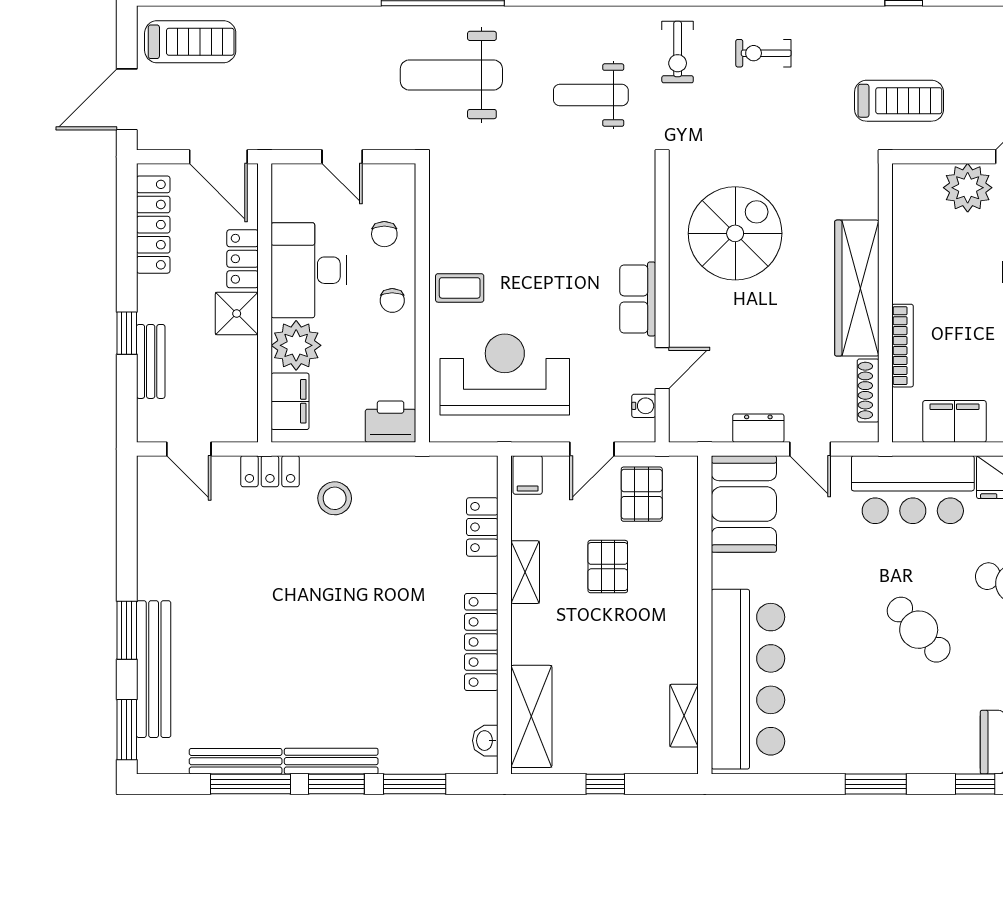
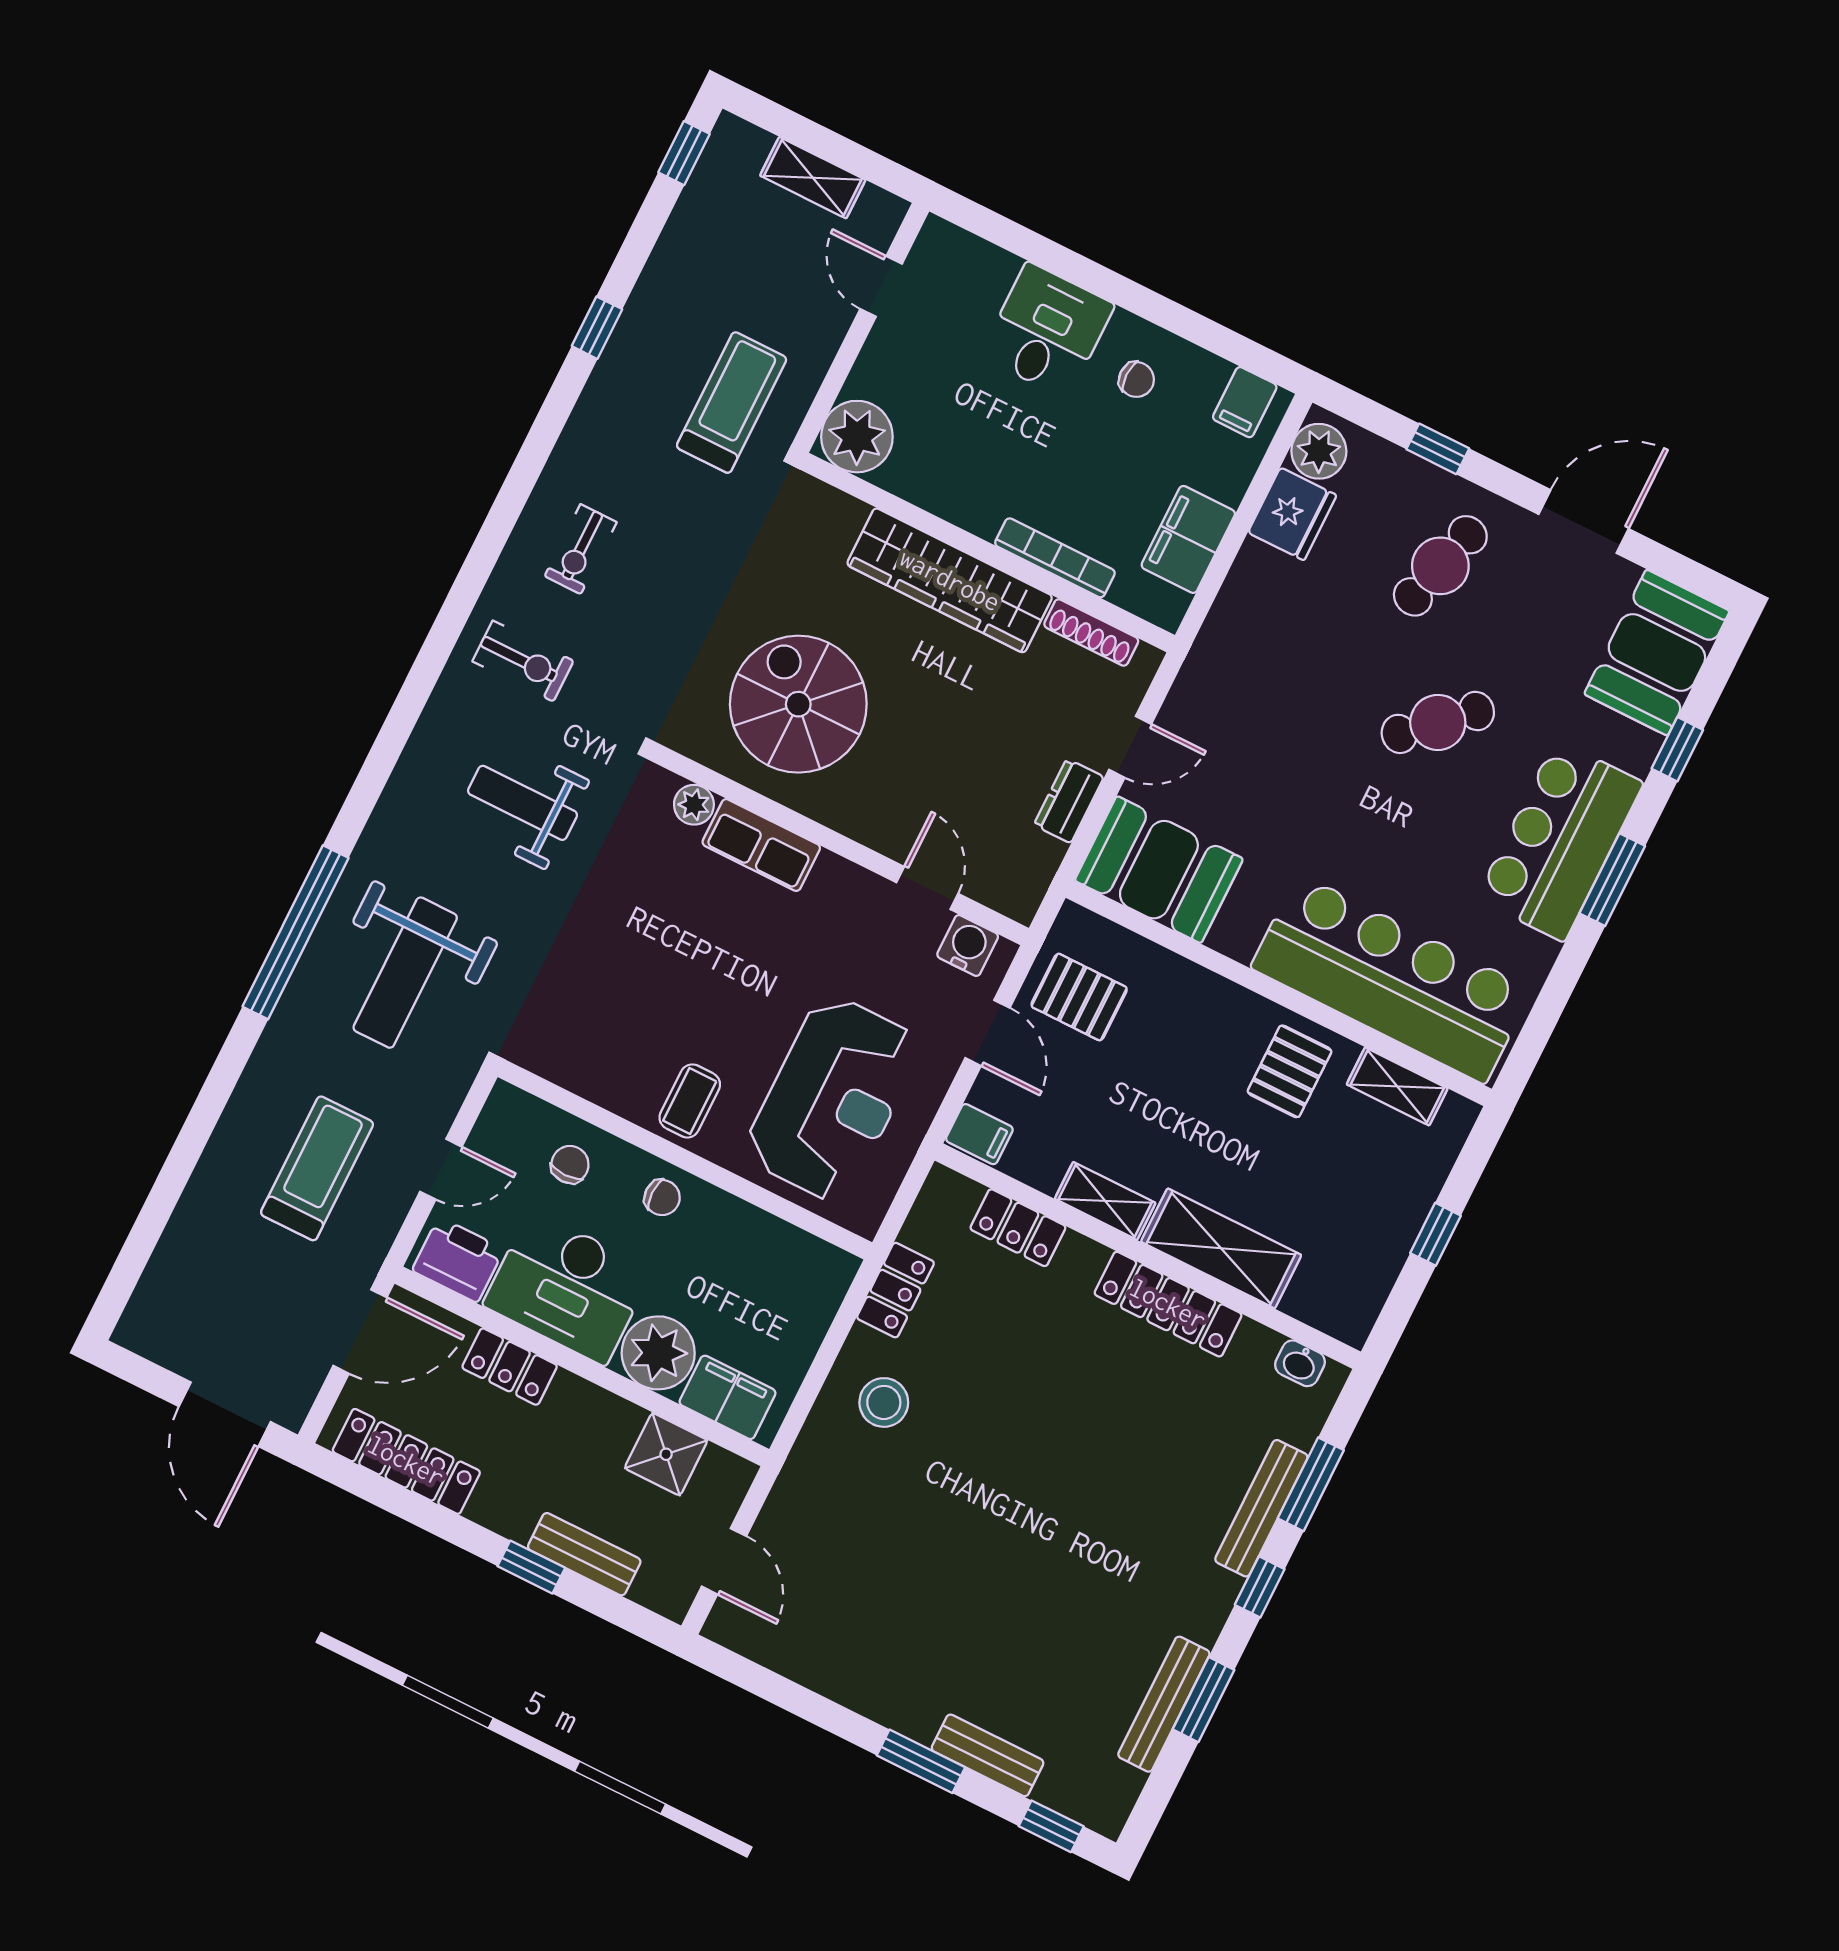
treadmill: (190, 42) -> (317, 1168), moved
weight bench: (591, 95) -> (523, 803), turned 90
plant: (968, 188) -> (857, 437), moved
plant: (642, 200) -> (694, 805), added
chair: (384, 234) -> (570, 1165), turned -90
row of seats: (638, 299) -> (761, 845), moved
shower: (237, 314) -> (666, 1454), moved
reception desk: (505, 375) -> (833, 1098), turned 180
water cooler: (644, 406) -> (968, 946), width x1.38, depth x1.38
printer: (391, 422) -> (458, 1260), moved, turned 90
door: (189, 449) -> (724, 1561), hinge flipped
locker: (270, 471) -> (895, 1290), moved
bar counter: (913, 490) -> (1560, 841), moved, turned 180
pallet: (608, 567) -> (1290, 1071), moved, turned 90
bench: (154, 669) -> (988, 1755), width x0.54, depth x0.82
shelving: (531, 716) -> (1221, 1248), moved
window: (127, 730) -> (1051, 1826), width x0.67
bench: (331, 761) -> (1261, 1508), moved
window: (250, 784) -> (1204, 1700), width x0.69
window: (336, 784) -> (1260, 1587), width x0.67

